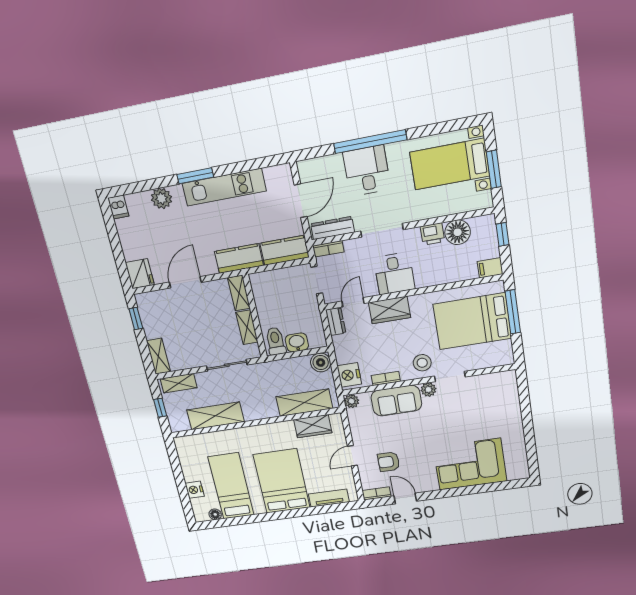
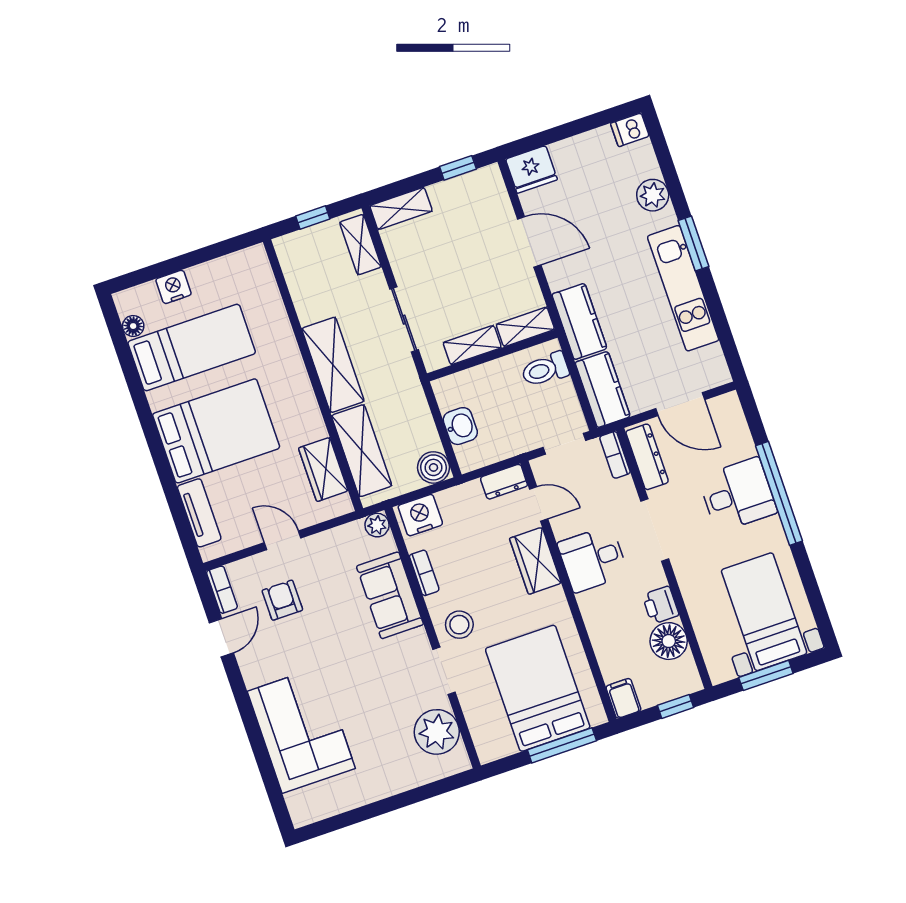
toilet: (276, 341) -> (545, 369), moved, turned 180
plant: (428, 390) -> (437, 732), moved, width x1.87, depth x1.87
shelving: (215, 416) -> (333, 365), moved

